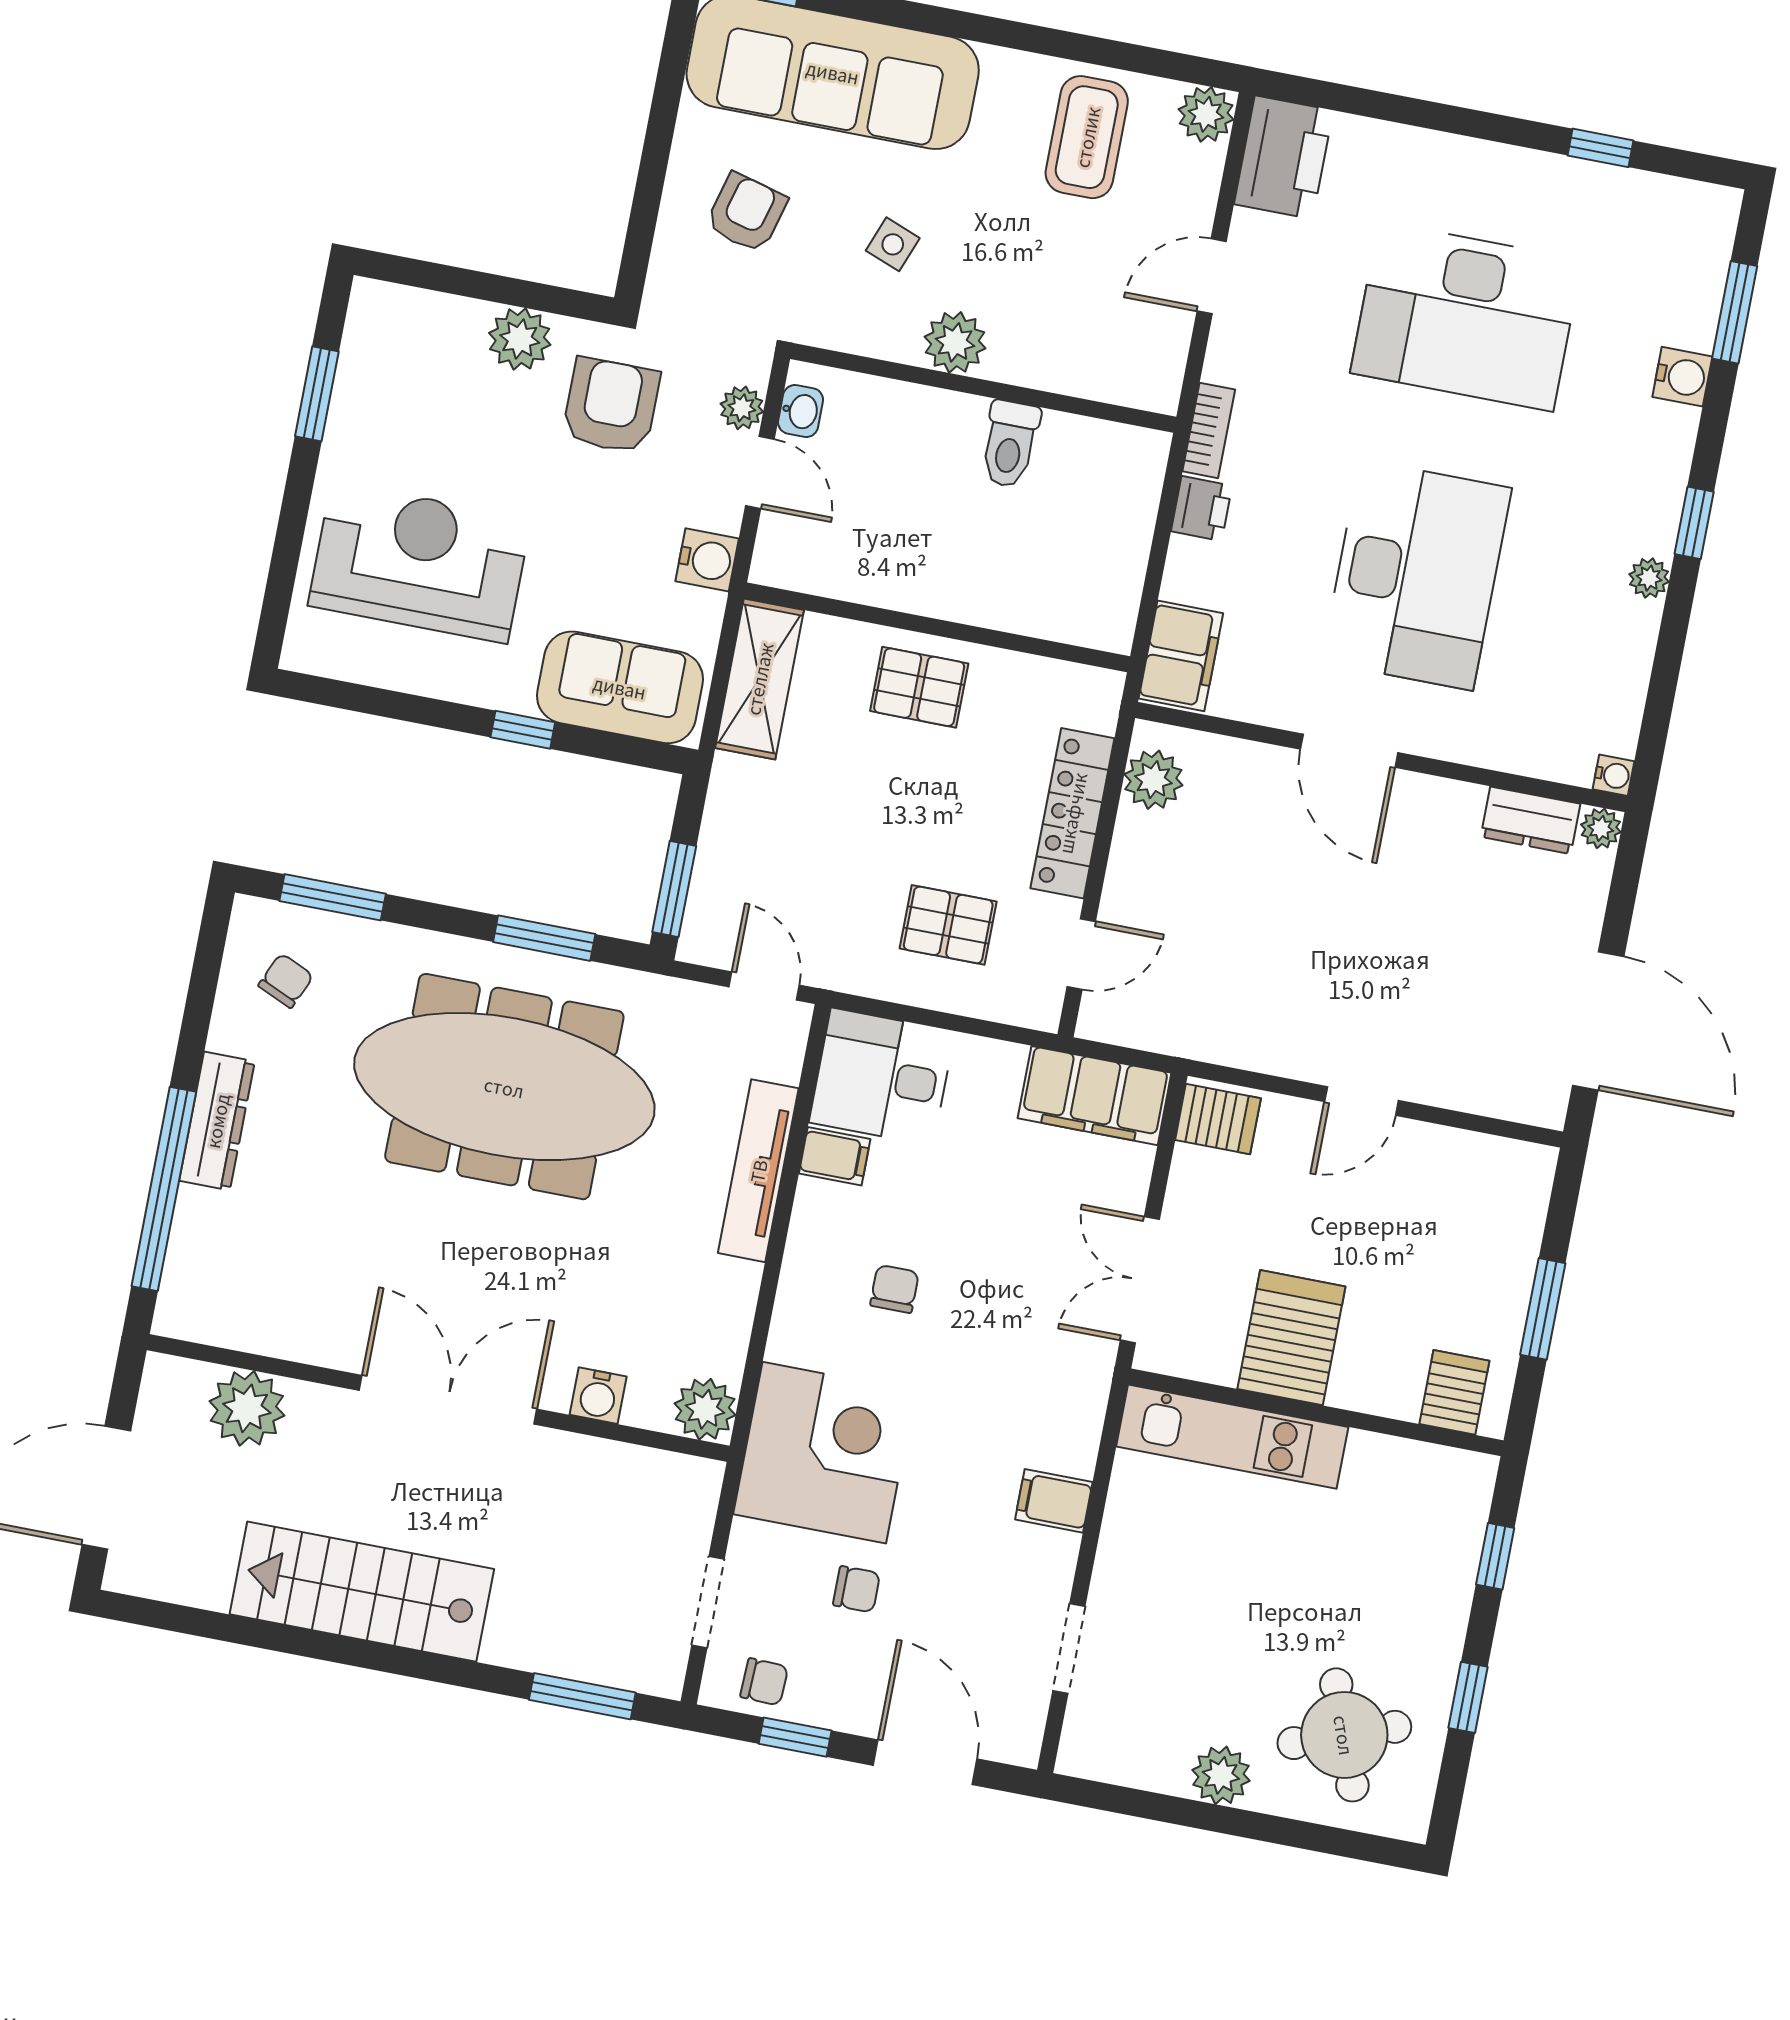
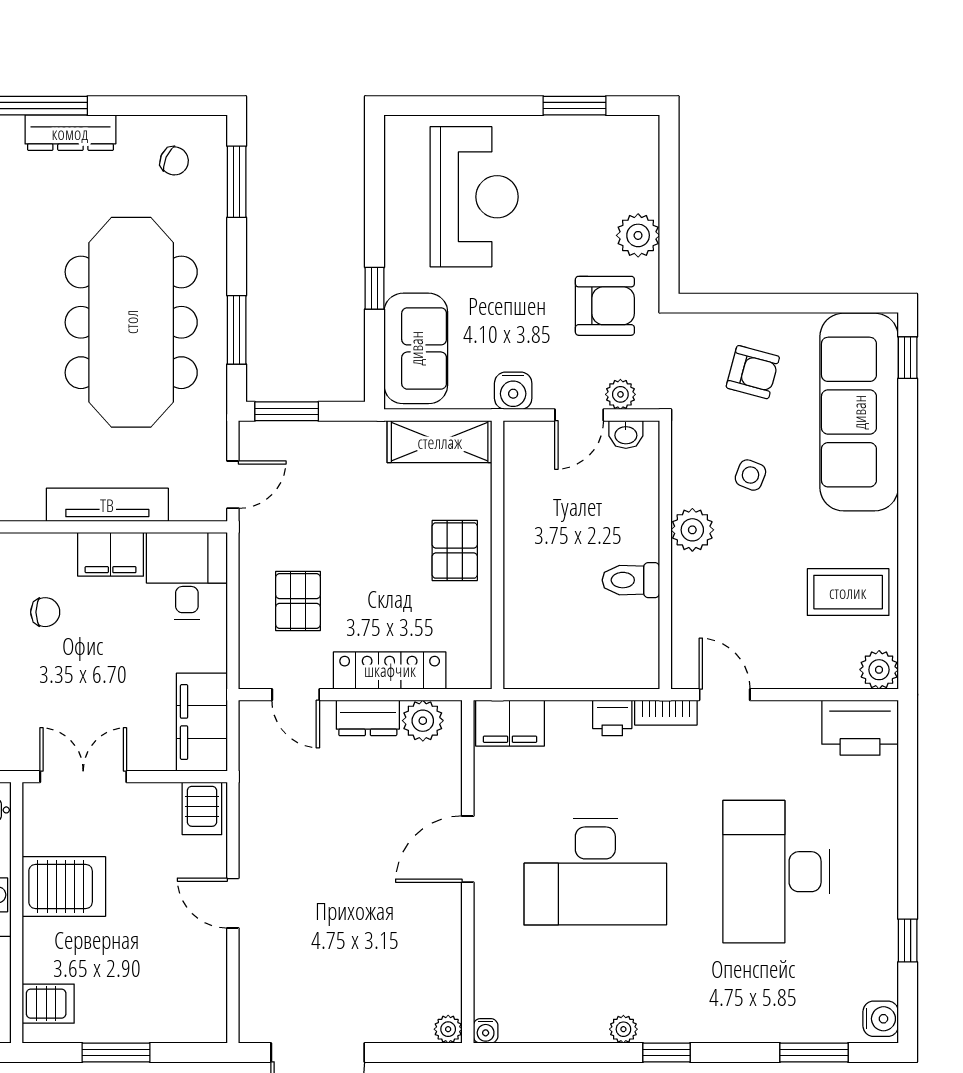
door: (1212, 276) -> (725, 695), moved
water cooler: (1682, 377) -> (881, 1019), moved, turned -90
dresser: (1531, 820) -> (368, 718), moved, turned -90
filing cabinet: (835, 1156) -> (111, 554), width x2.00

